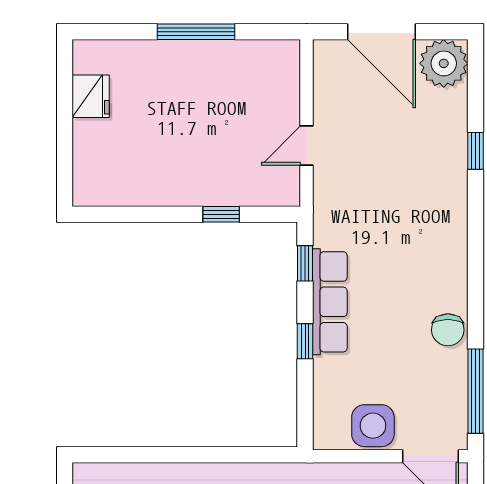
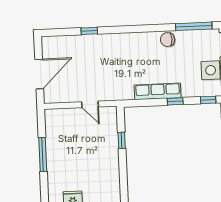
plant: (444, 63) -> (52, 46), removed
window: (305, 263) -> (208, 100), moved
chair: (448, 330) -> (168, 40), turned 180

